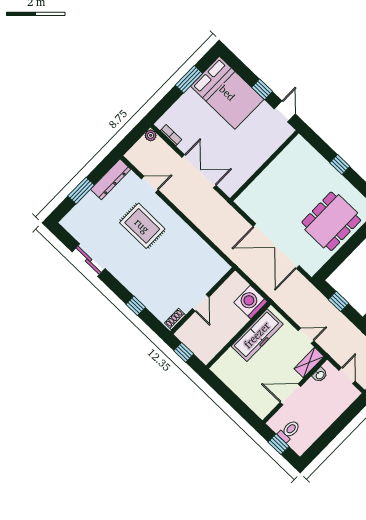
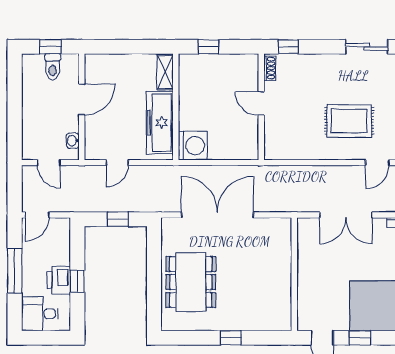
wall: (203, 301) -> (261, 107), moved
door: (201, 303) -> (261, 103), moved
shoe rack: (175, 319) -> (270, 68), moved
shelving: (309, 363) -> (165, 72), moved

